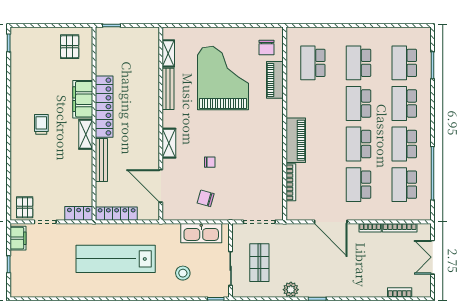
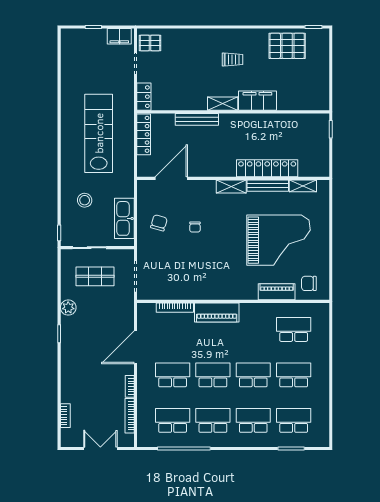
pallet: (70, 47) -> (287, 46), moved, width x1.50, depth x1.42
locker: (104, 107) -> (267, 168), moved, turned 180
shelving: (169, 143) -> (231, 186), moved

